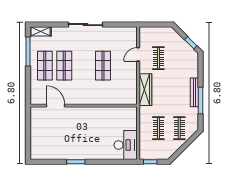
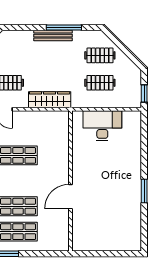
door: (56, 106) -> (70, 197), moved
desk: (126, 145) -> (102, 126), moved

